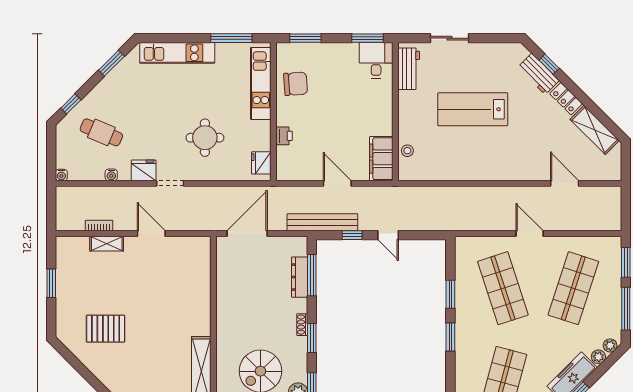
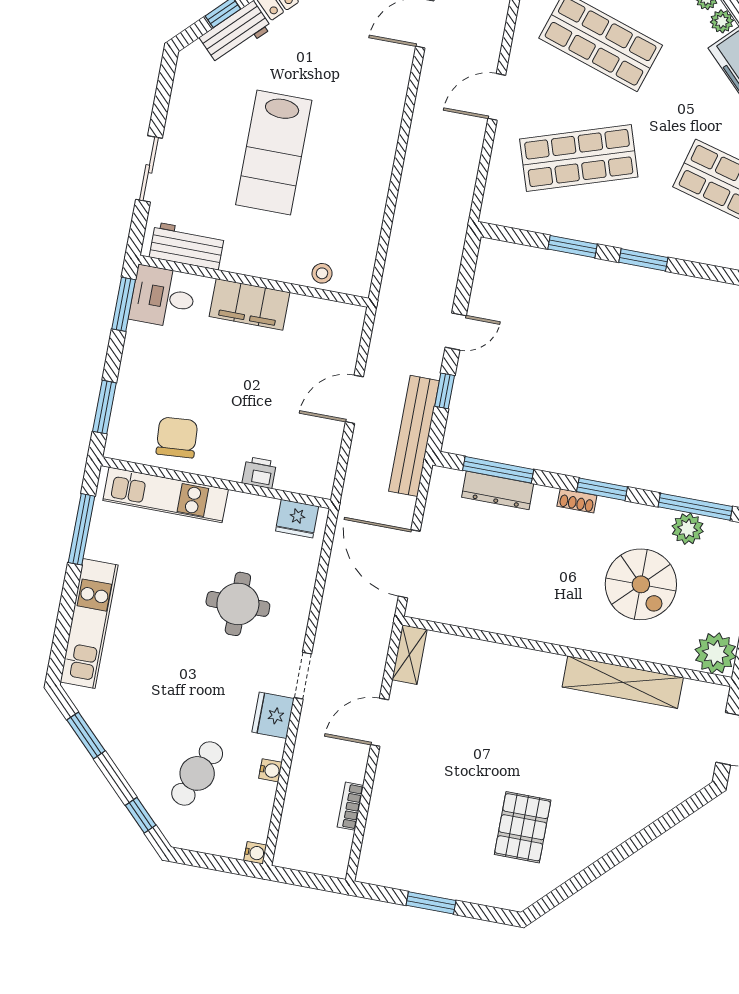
filing cabinet: (381, 159) -> (249, 304), moved
shelving: (107, 244) -> (409, 655), moved

